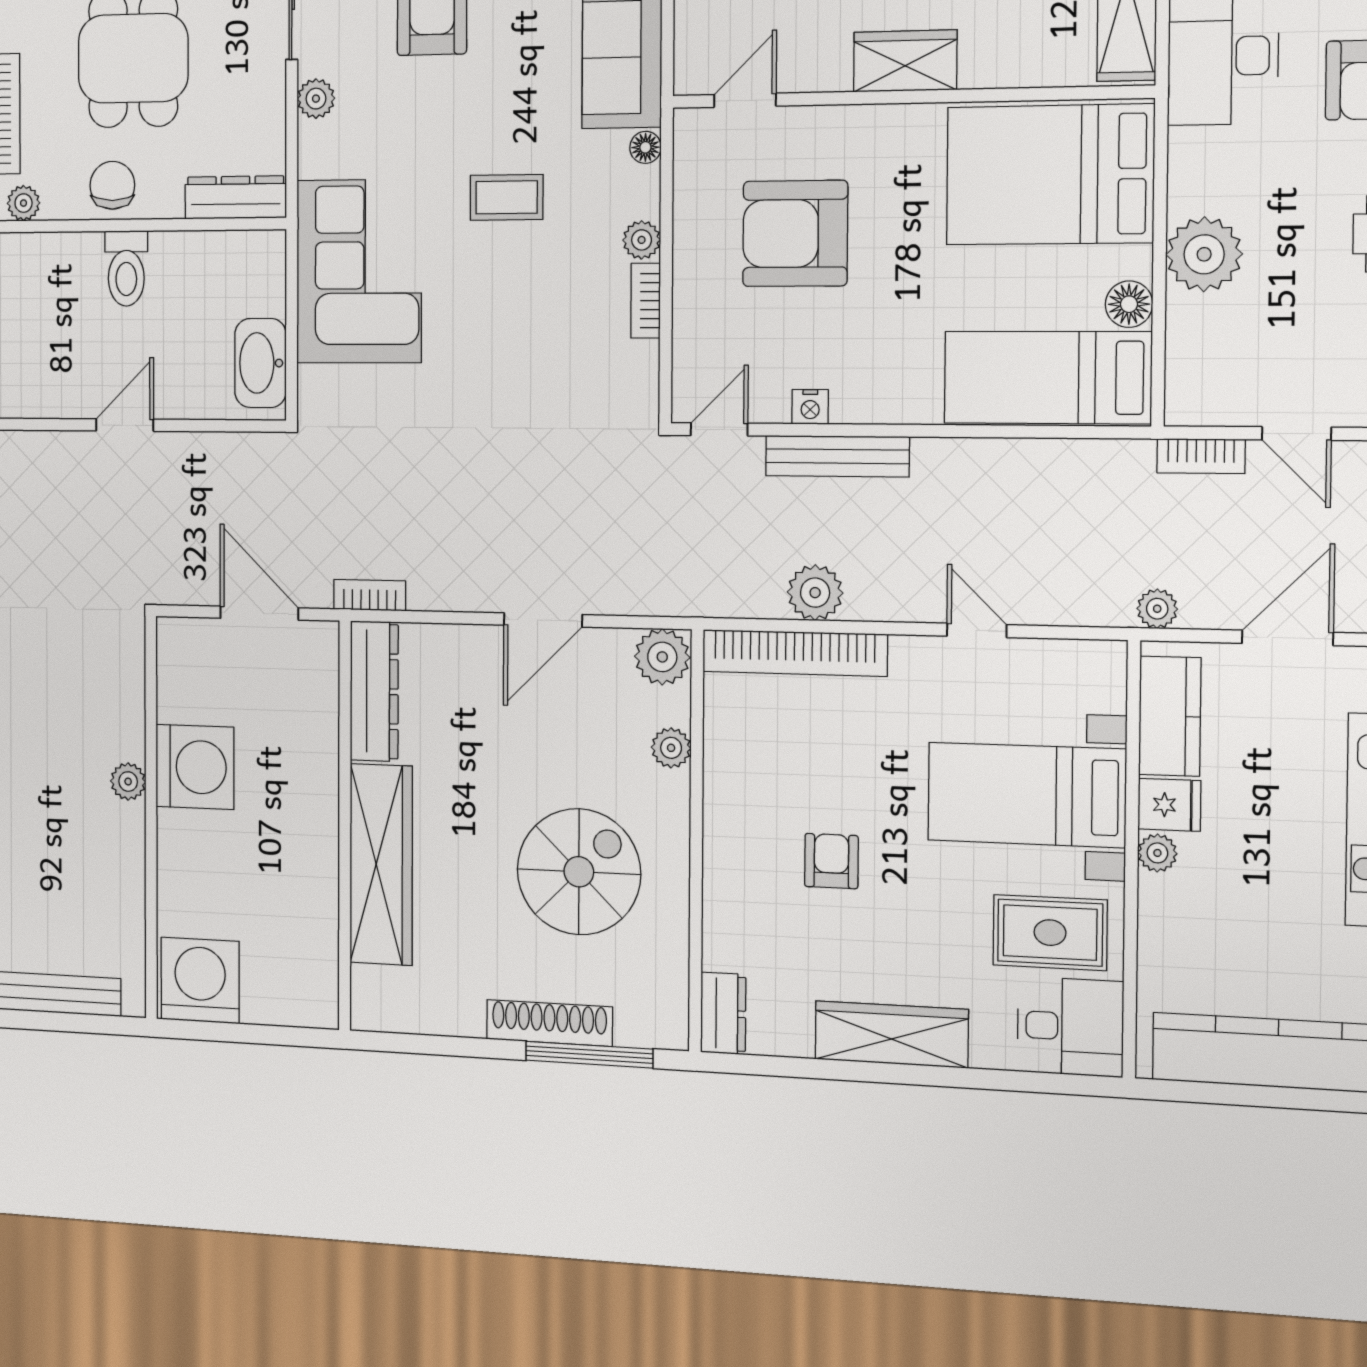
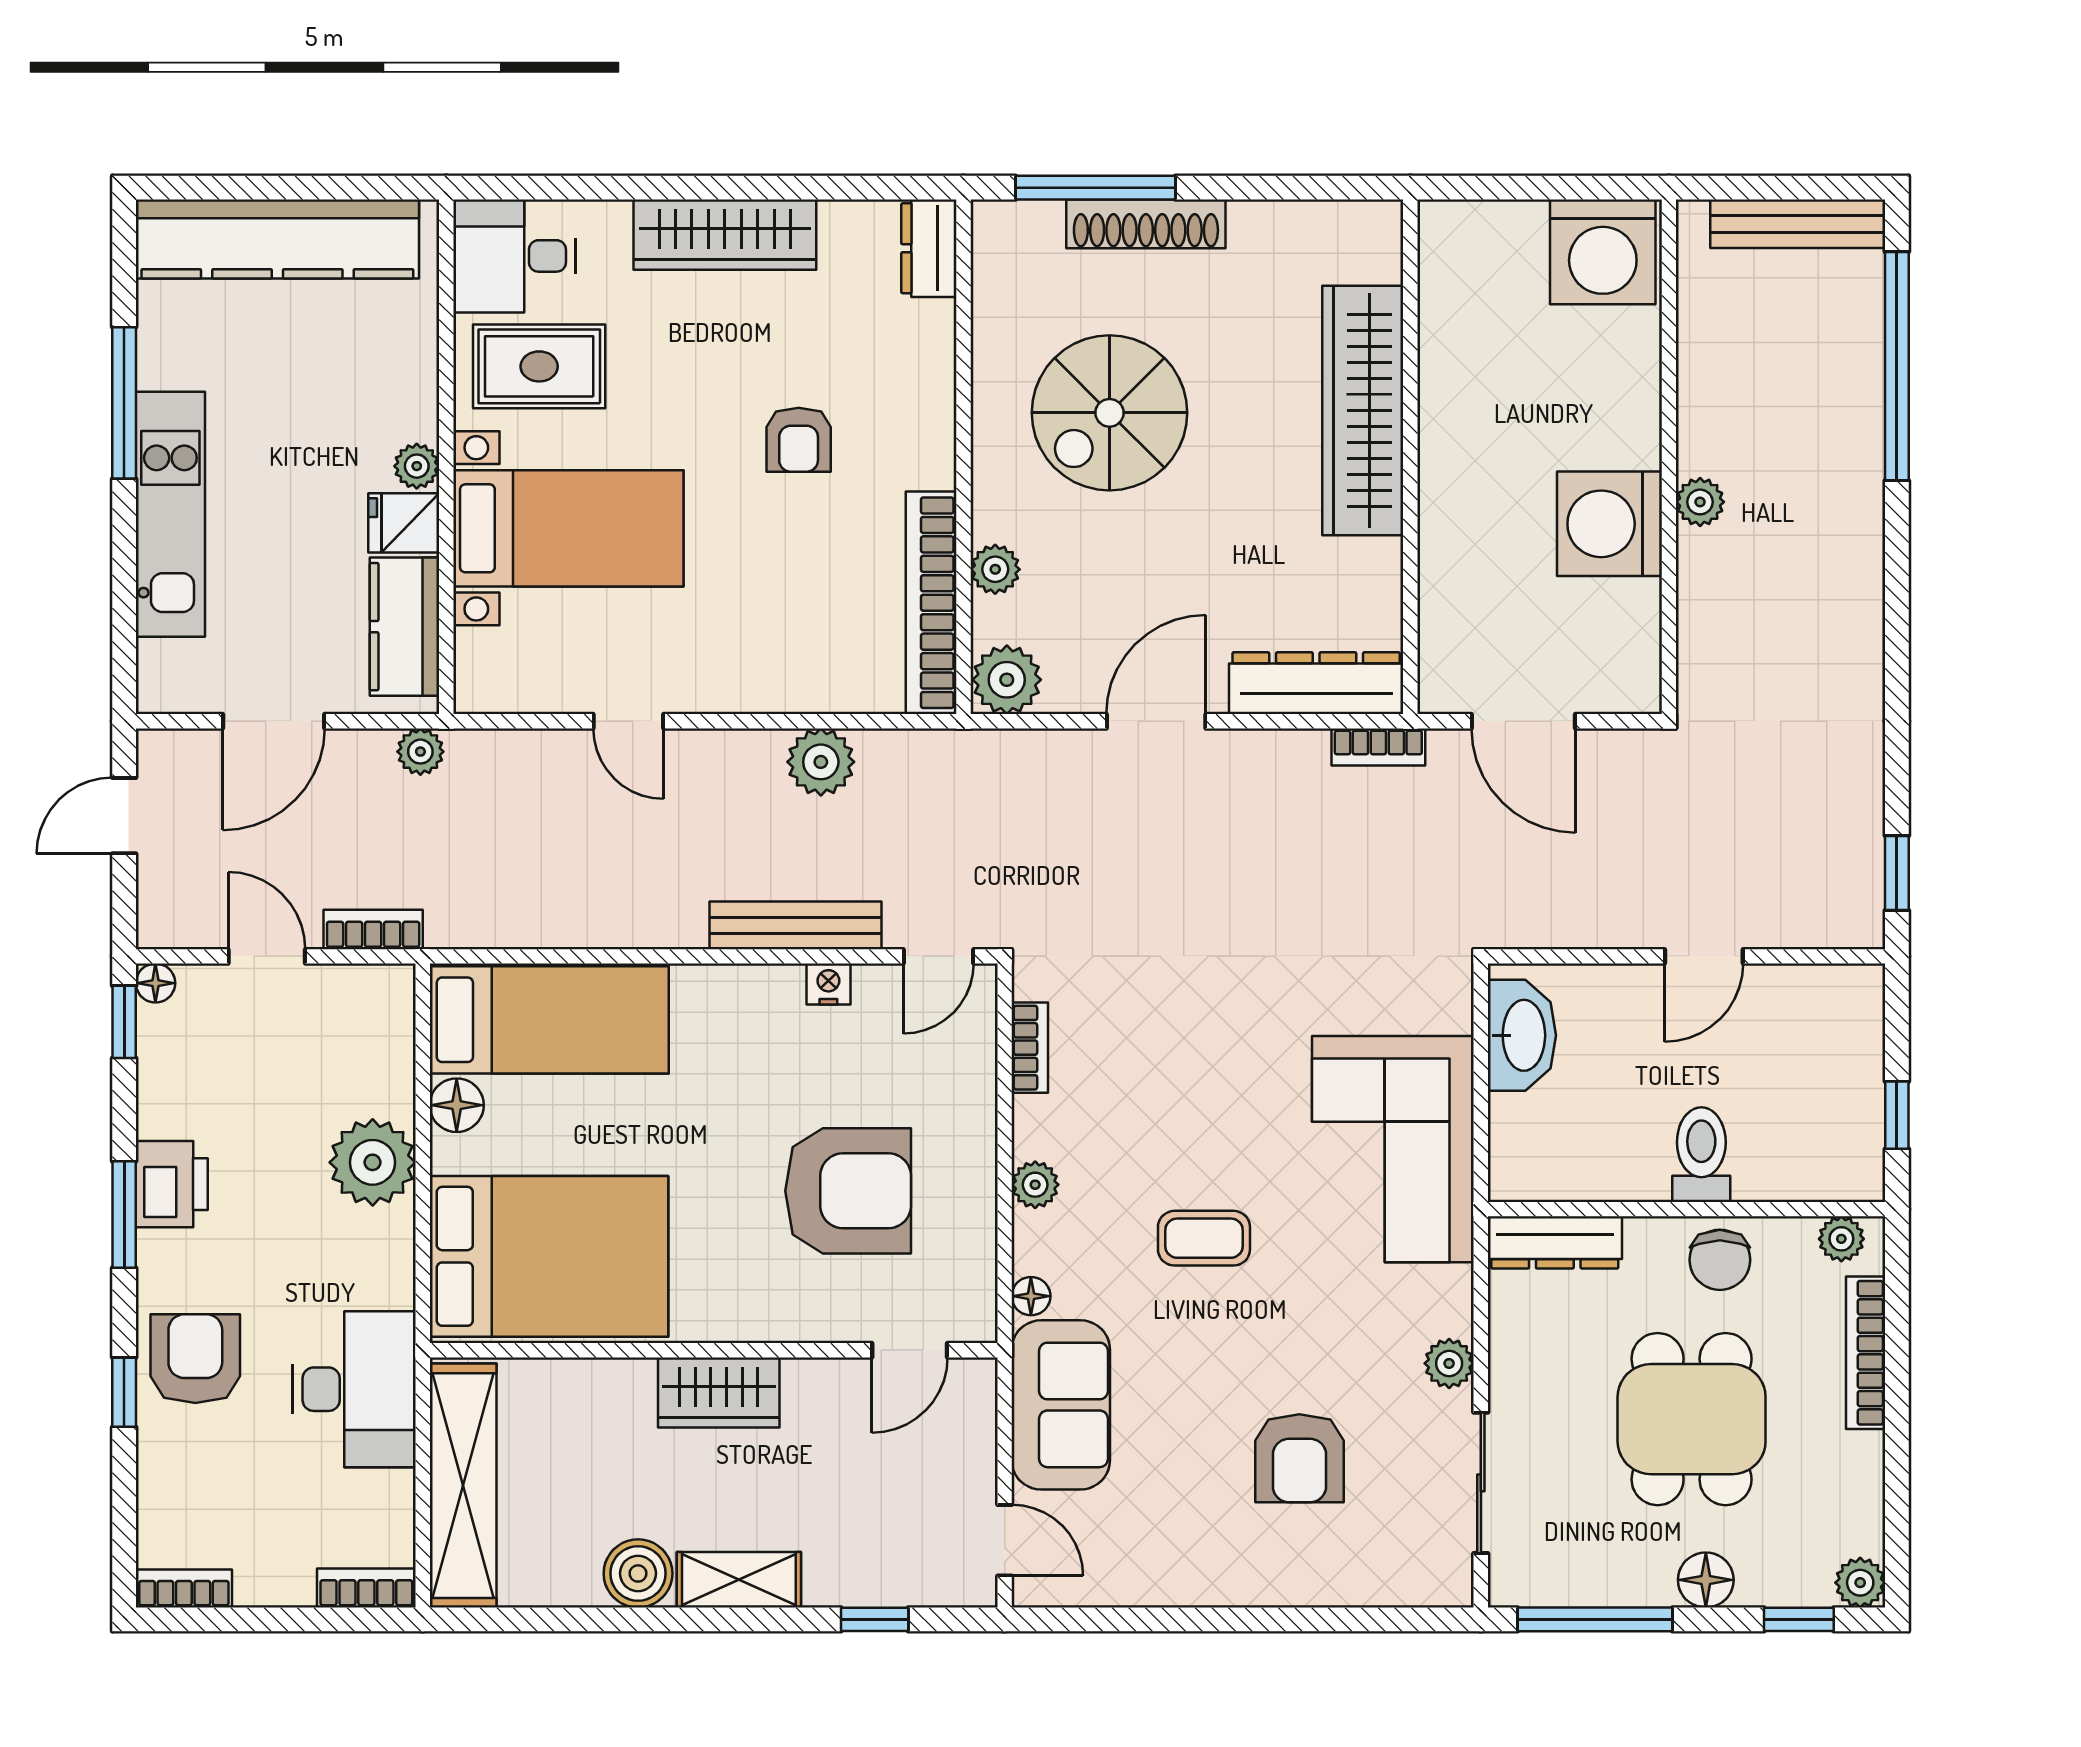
bookcase: (646, 301) -> (1030, 1048), moved
bookcase: (795, 653) -> (931, 603), moved, turned -90
dresser: (374, 691) -> (1316, 683), moved, turned 90

